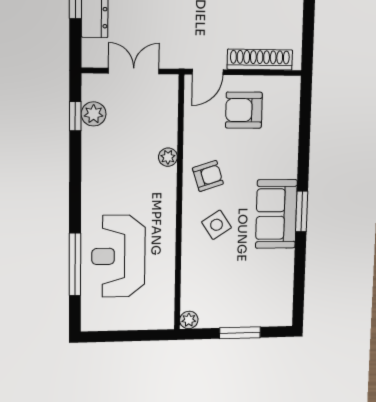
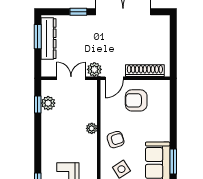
plant: (174, 56) -> (94, 69), added

